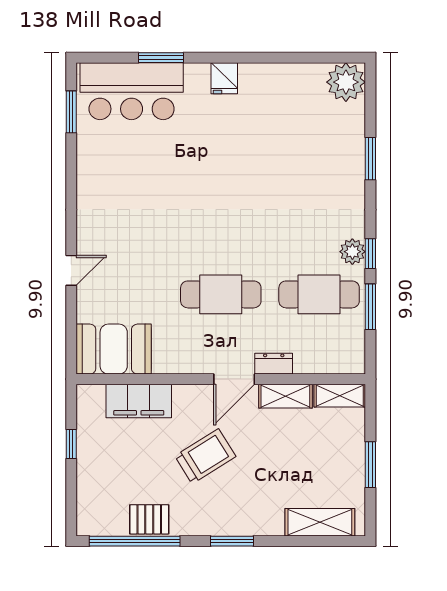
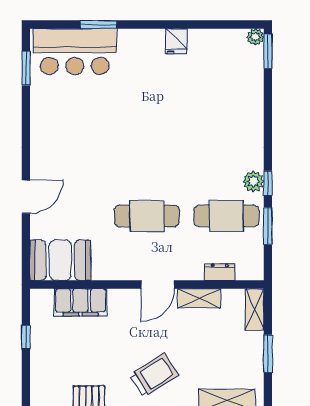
fridge: (224, 78) -> (176, 41), moved
plant: (346, 82) -> (255, 37), width x0.53, depth x0.53
window: (370, 159) -> (268, 51), moved
door: (71, 270) -> (26, 197), width x1.37
dresser: (274, 364) -> (220, 272), moved
shelving: (340, 396) -> (254, 309), moved, turned 90
trolley: (205, 456) -> (154, 375), moved

